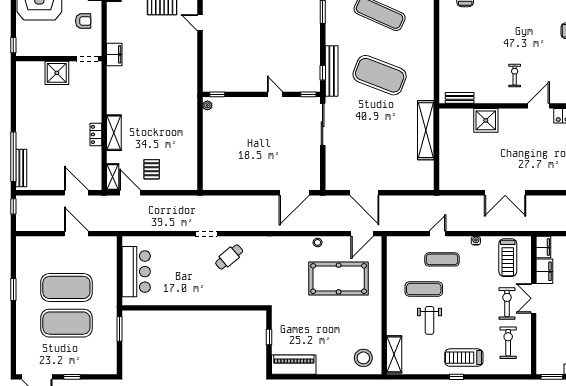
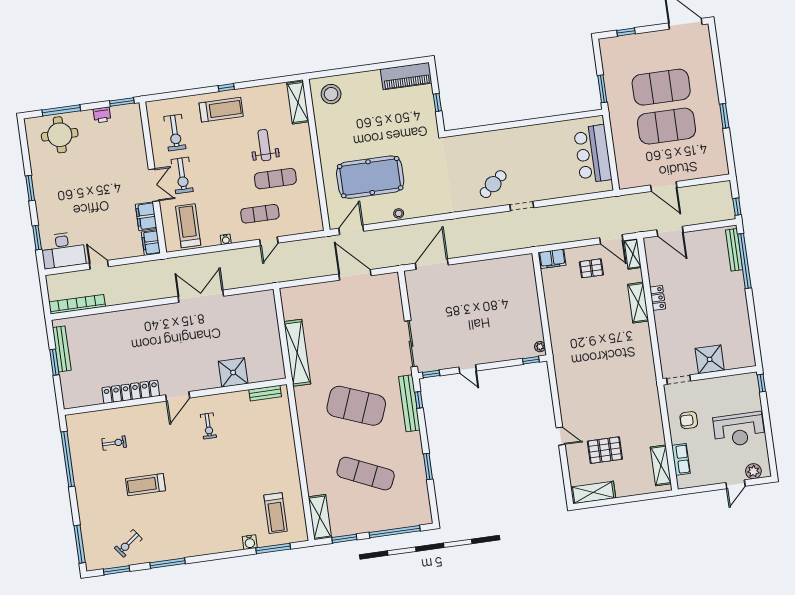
filing cabinet: (114, 54) -> (552, 259), moved, turned -90
pallet: (152, 169) -> (591, 268), turned 90
window: (72, 377) -> (626, 32), moved

